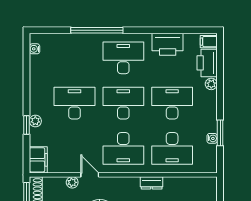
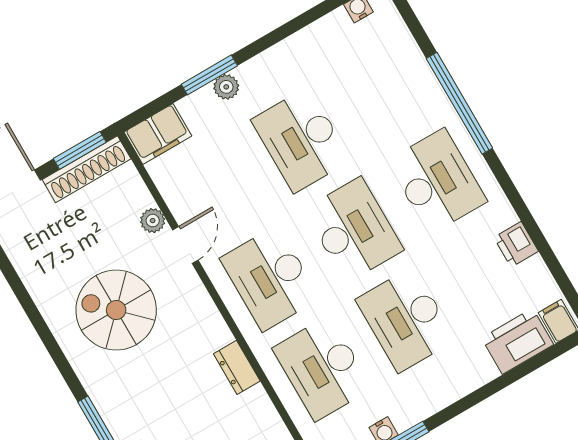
printer: (168, 44) -> (516, 244), width x0.53, depth x0.68
plant: (211, 84) -> (483, 371), removed
desk: (74, 103) -> (301, 140), turned 180
desk: (172, 103) -> (406, 320), turned 180
window: (27, 125) -> (209, 75), width x1.50

